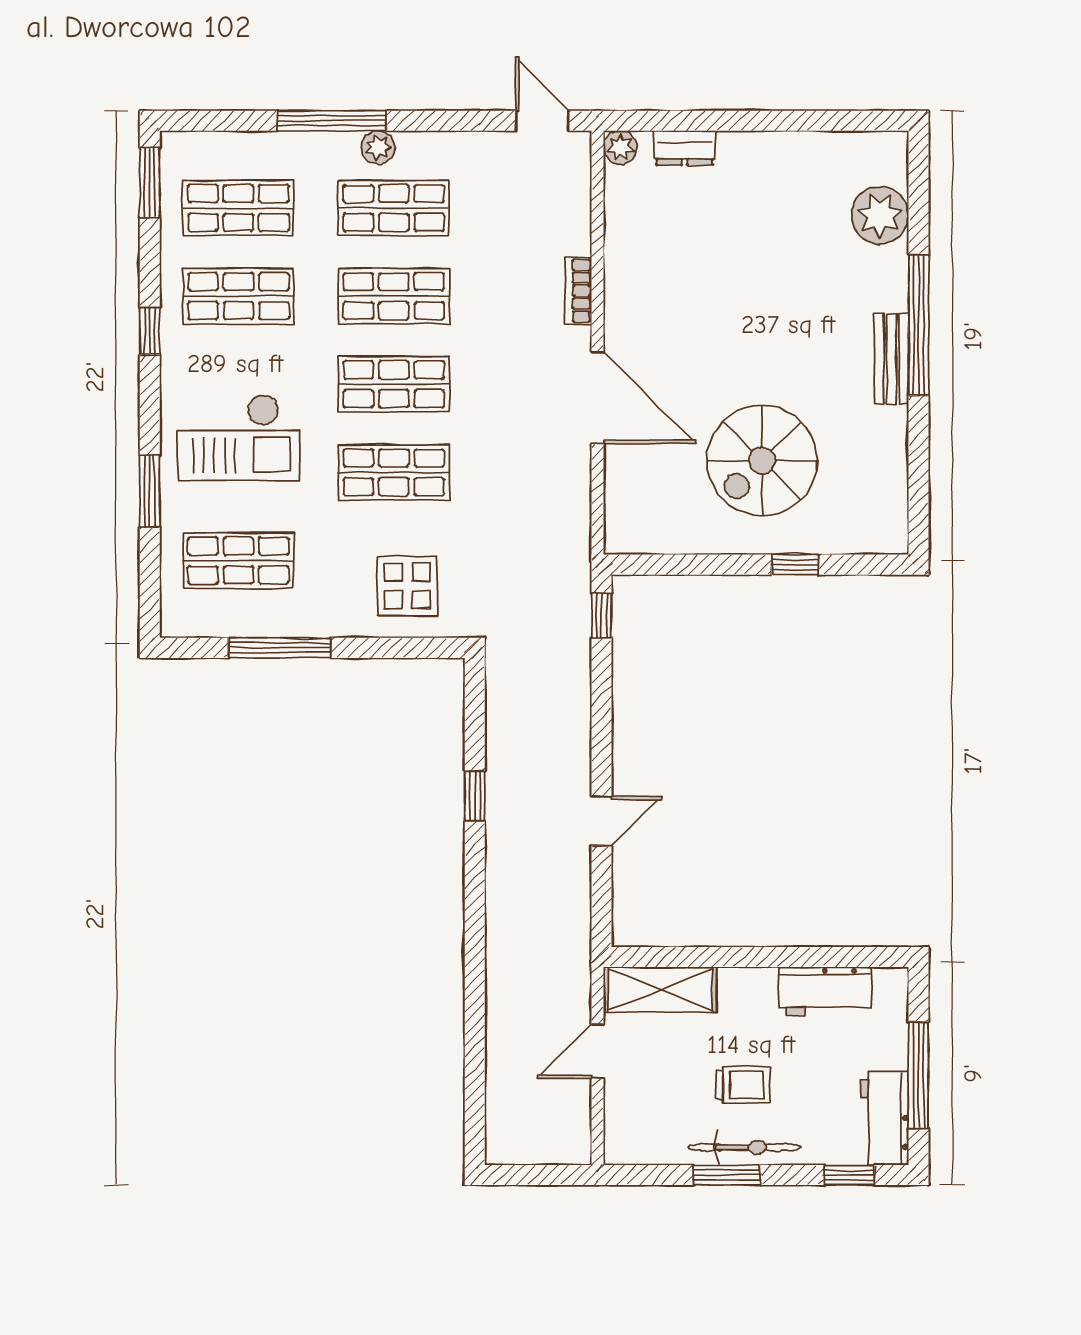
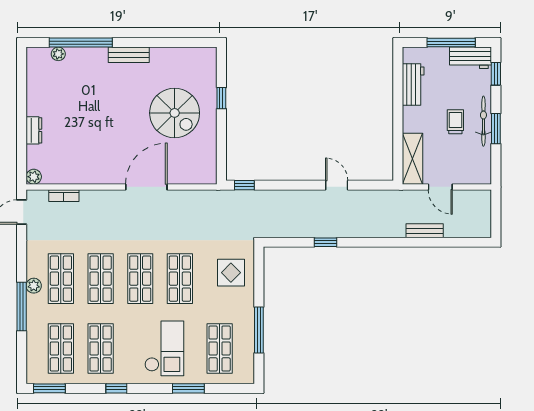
dresser: (685, 148) -> (34, 130), moved
plant: (880, 215) -> (58, 54), width x0.53, depth x0.53
bookcase: (578, 291) -> (64, 196), moved
window: (919, 325) -> (81, 43), moved
bench: (500, 1016) -> (425, 231), added

